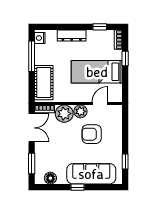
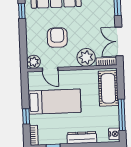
door: (100, 103) -> (50, 69), hinge flipped
plant: (80, 111) -> (34, 62), moved
armchair: (92, 134) -> (57, 38), turned -90

